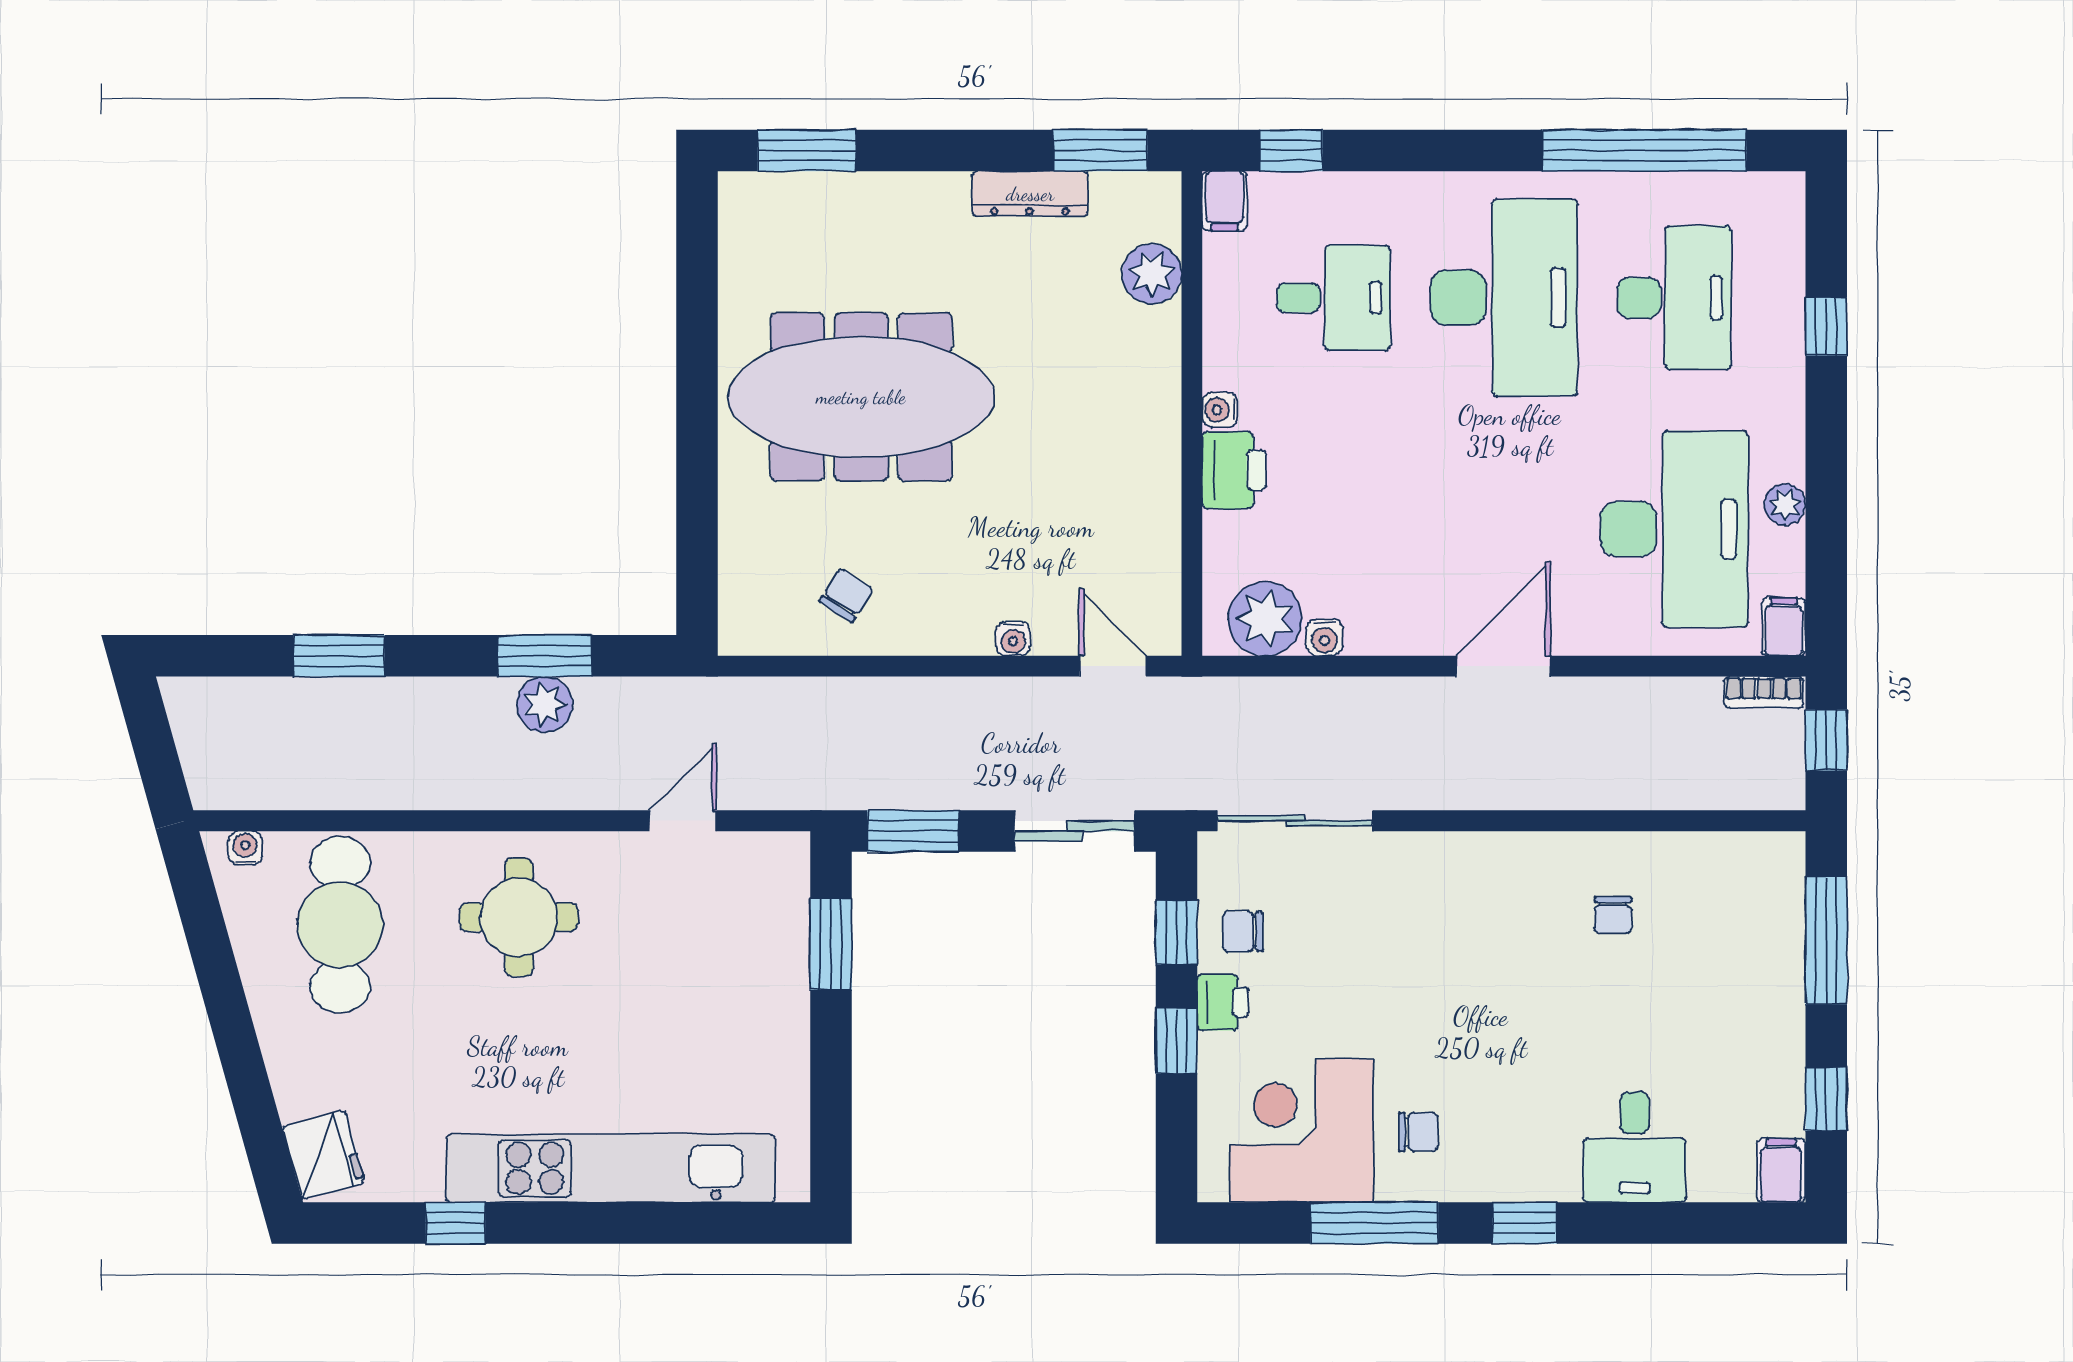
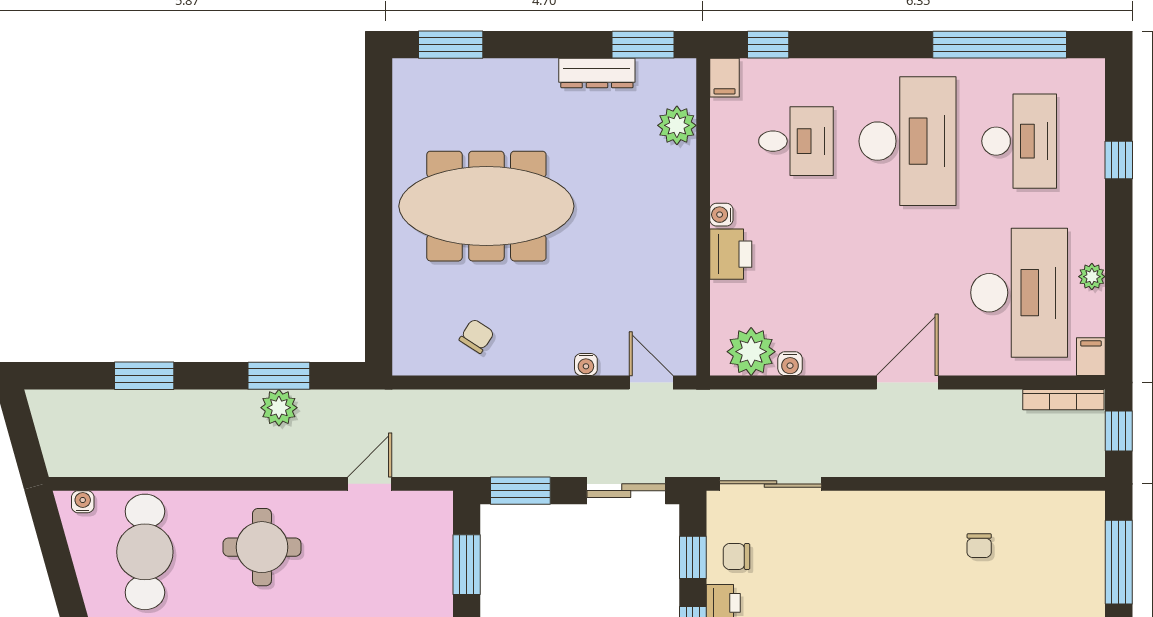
bookcase: (1764, 692) -> (1063, 400), width x1.56

